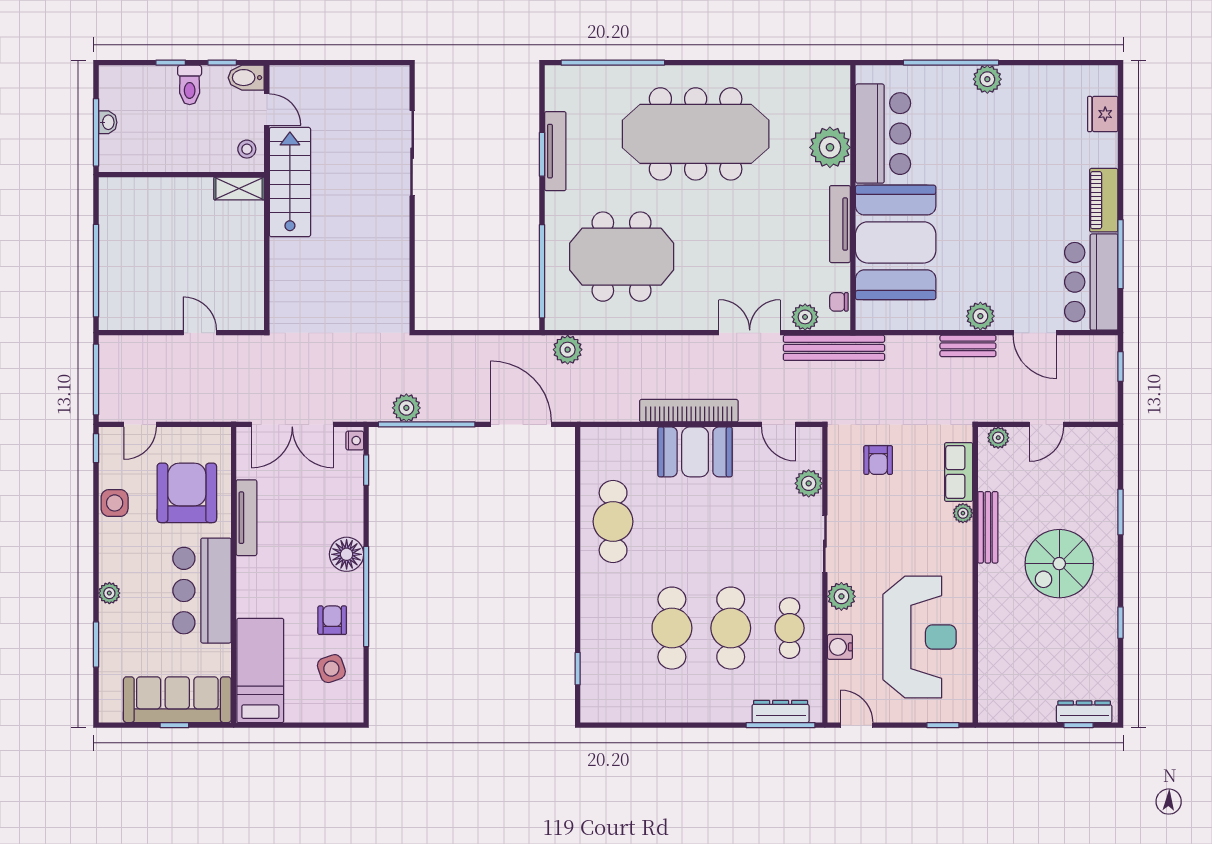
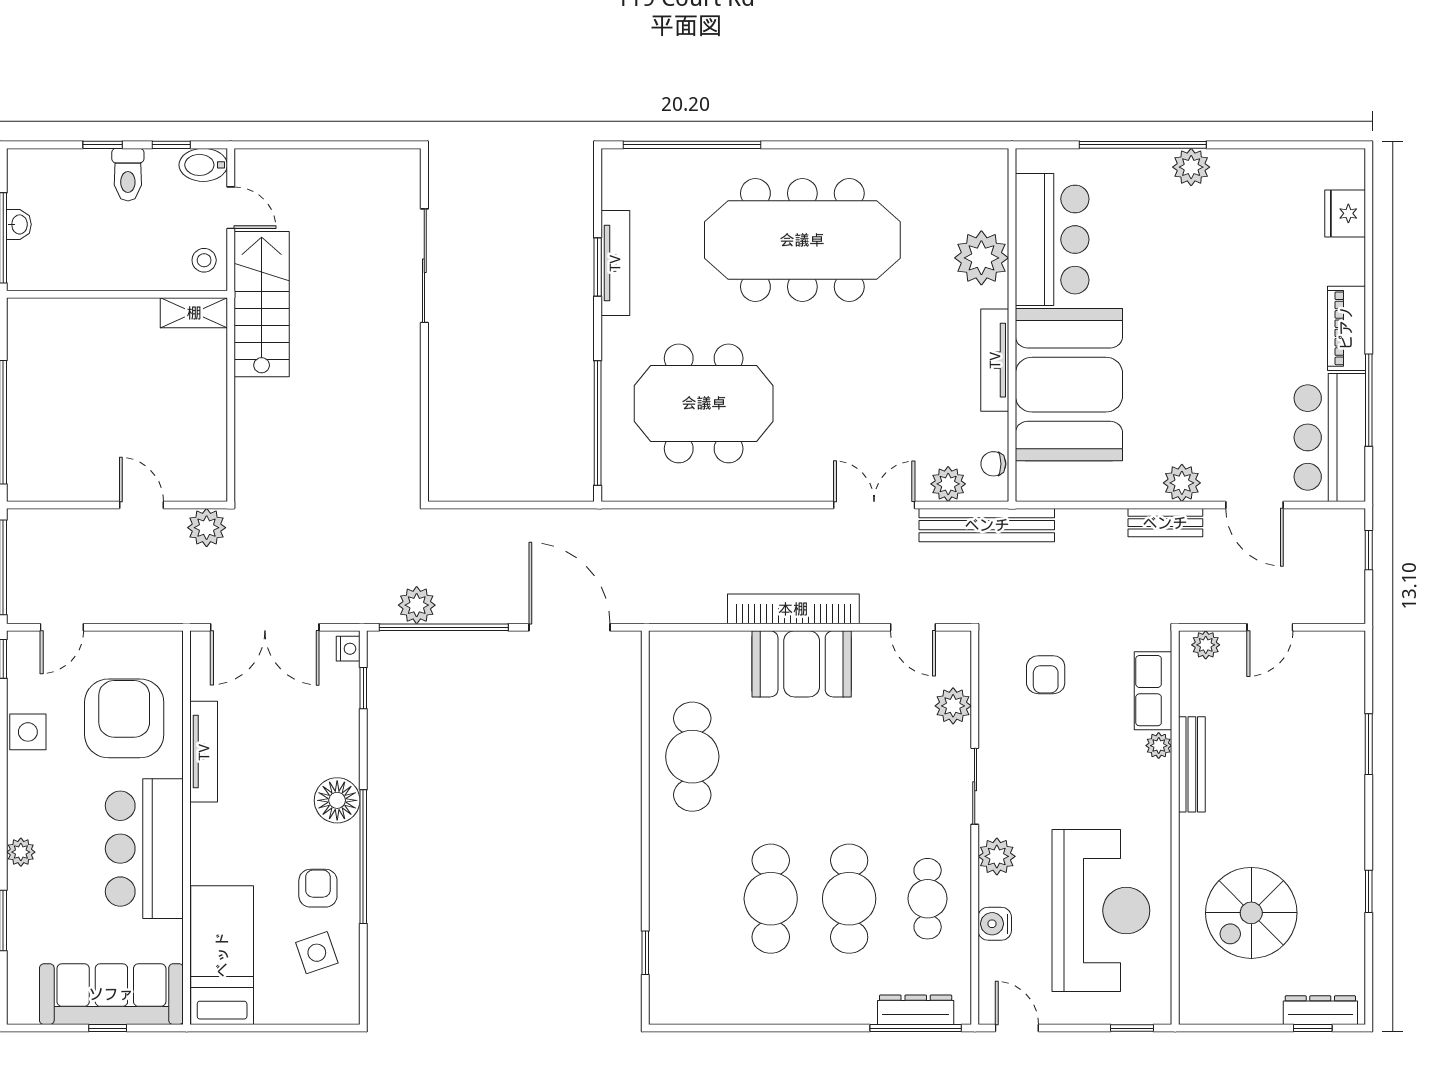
plant: (568, 350) -> (207, 528), moved
spiral stairs: (1059, 564) -> (1251, 913), moved

